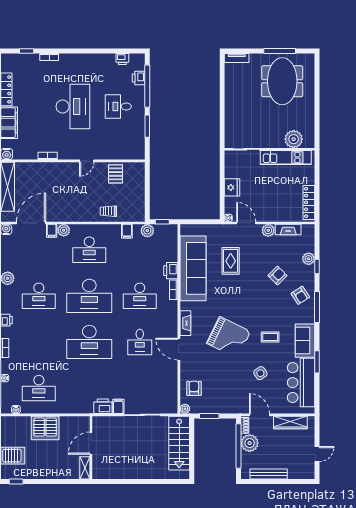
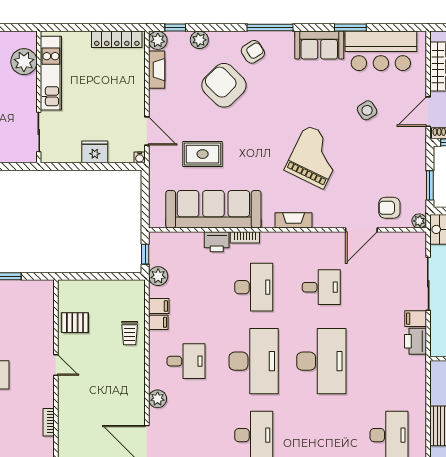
door: (246, 223) -> (147, 131), swing flipped
plant: (268, 230) -> (158, 40), moved
filing cabinet: (52, 231) -> (158, 322), moved
desk: (89, 250) -> (186, 361), width x0.73
window: (317, 267) -> (175, 27), moved
armchair: (278, 276) -> (224, 85), width x1.88, depth x1.88
coffee table: (270, 337) -> (314, 96), removed
door: (179, 349) -> (361, 230), moved

